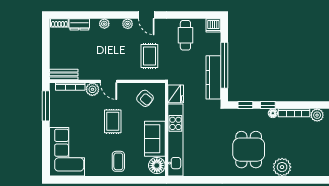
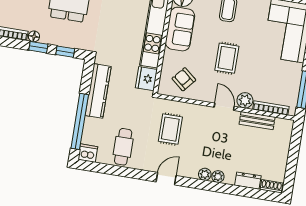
door: (146, 15) -> (166, 179), hinge flipped
plant: (128, 24) -> (205, 174), moved
window: (224, 65) -> (80, 121), moved
bench: (64, 74) -> (257, 121), moved

